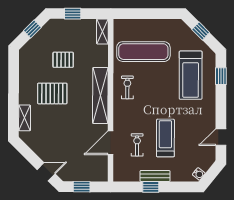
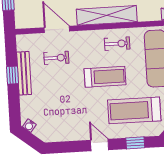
door: (221, 137) -> (100, 145), moved
treadmill: (165, 138) -> (105, 77), moved
bench: (155, 176) -> (24, 73), width x1.36

